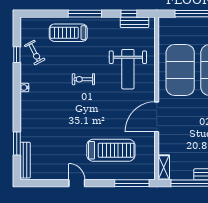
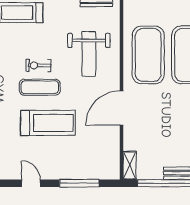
exercise mat: (85, 98) -> (40, 87), added
treadmill: (111, 150) -> (48, 123), moved
window: (132, 183) -> (79, 183), moved

